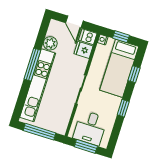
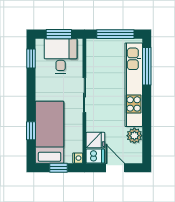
window: (32, 65) -> (147, 66), moved
window: (123, 108) -> (31, 59), moved

